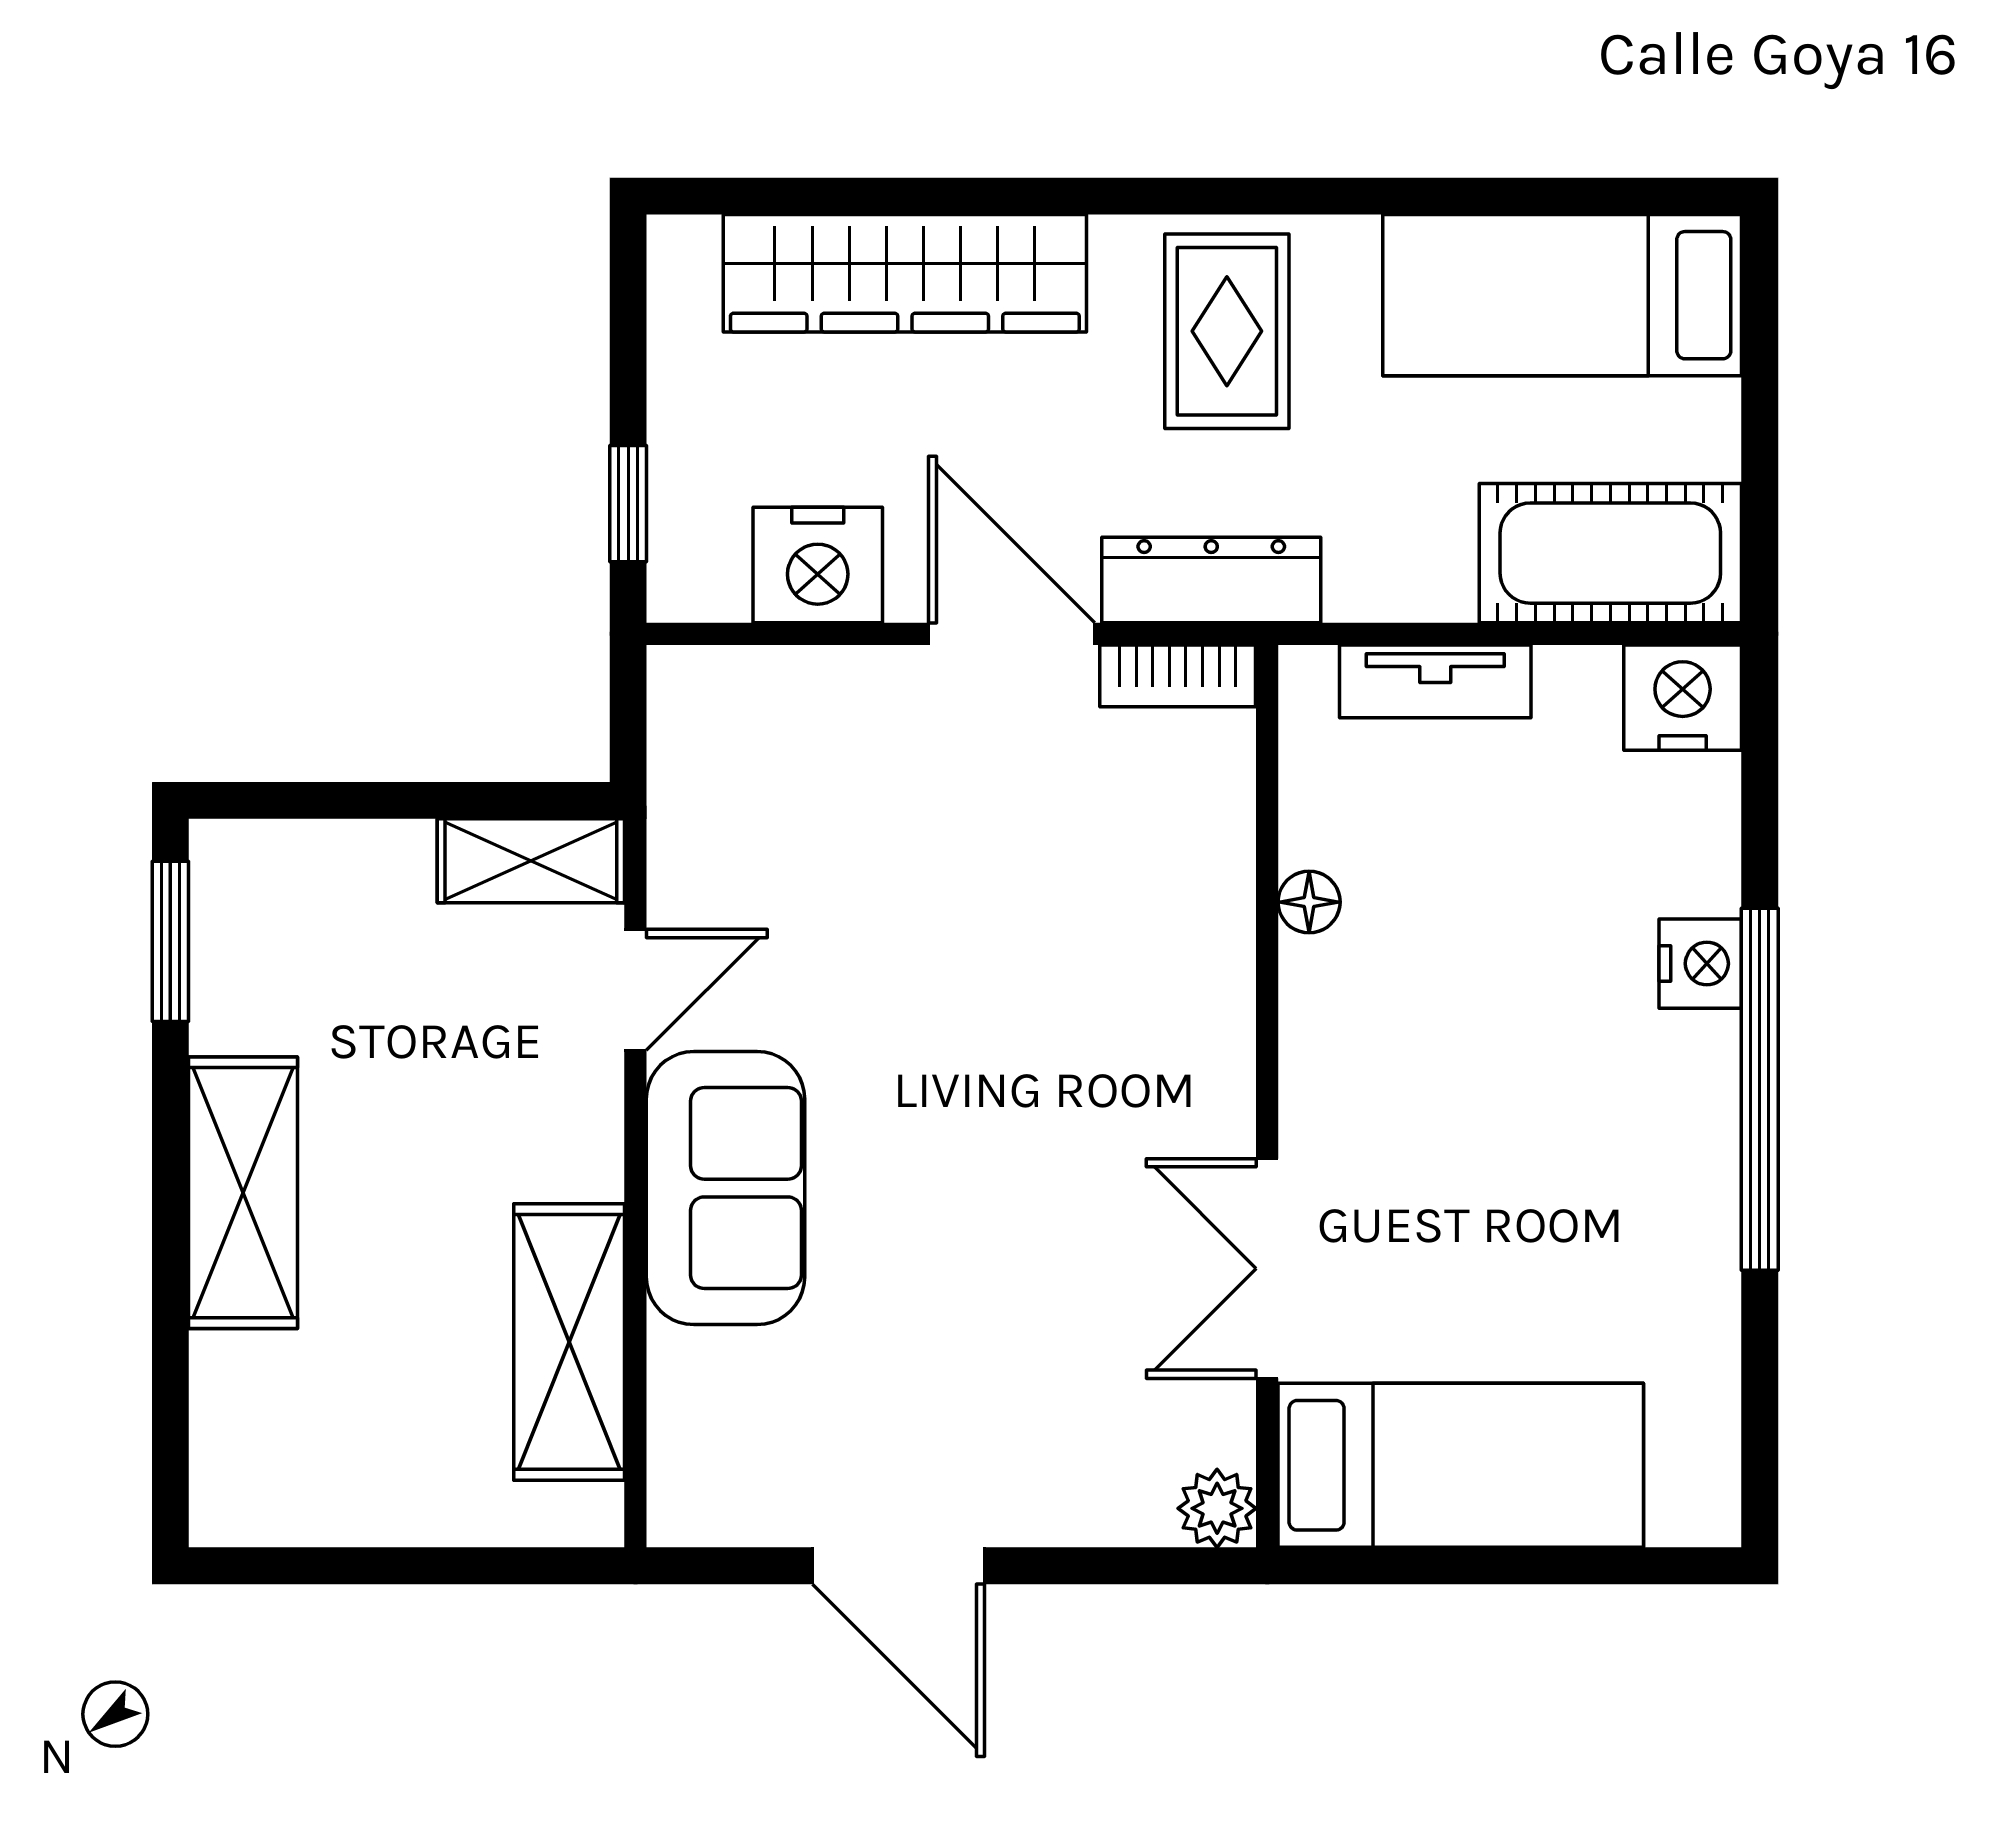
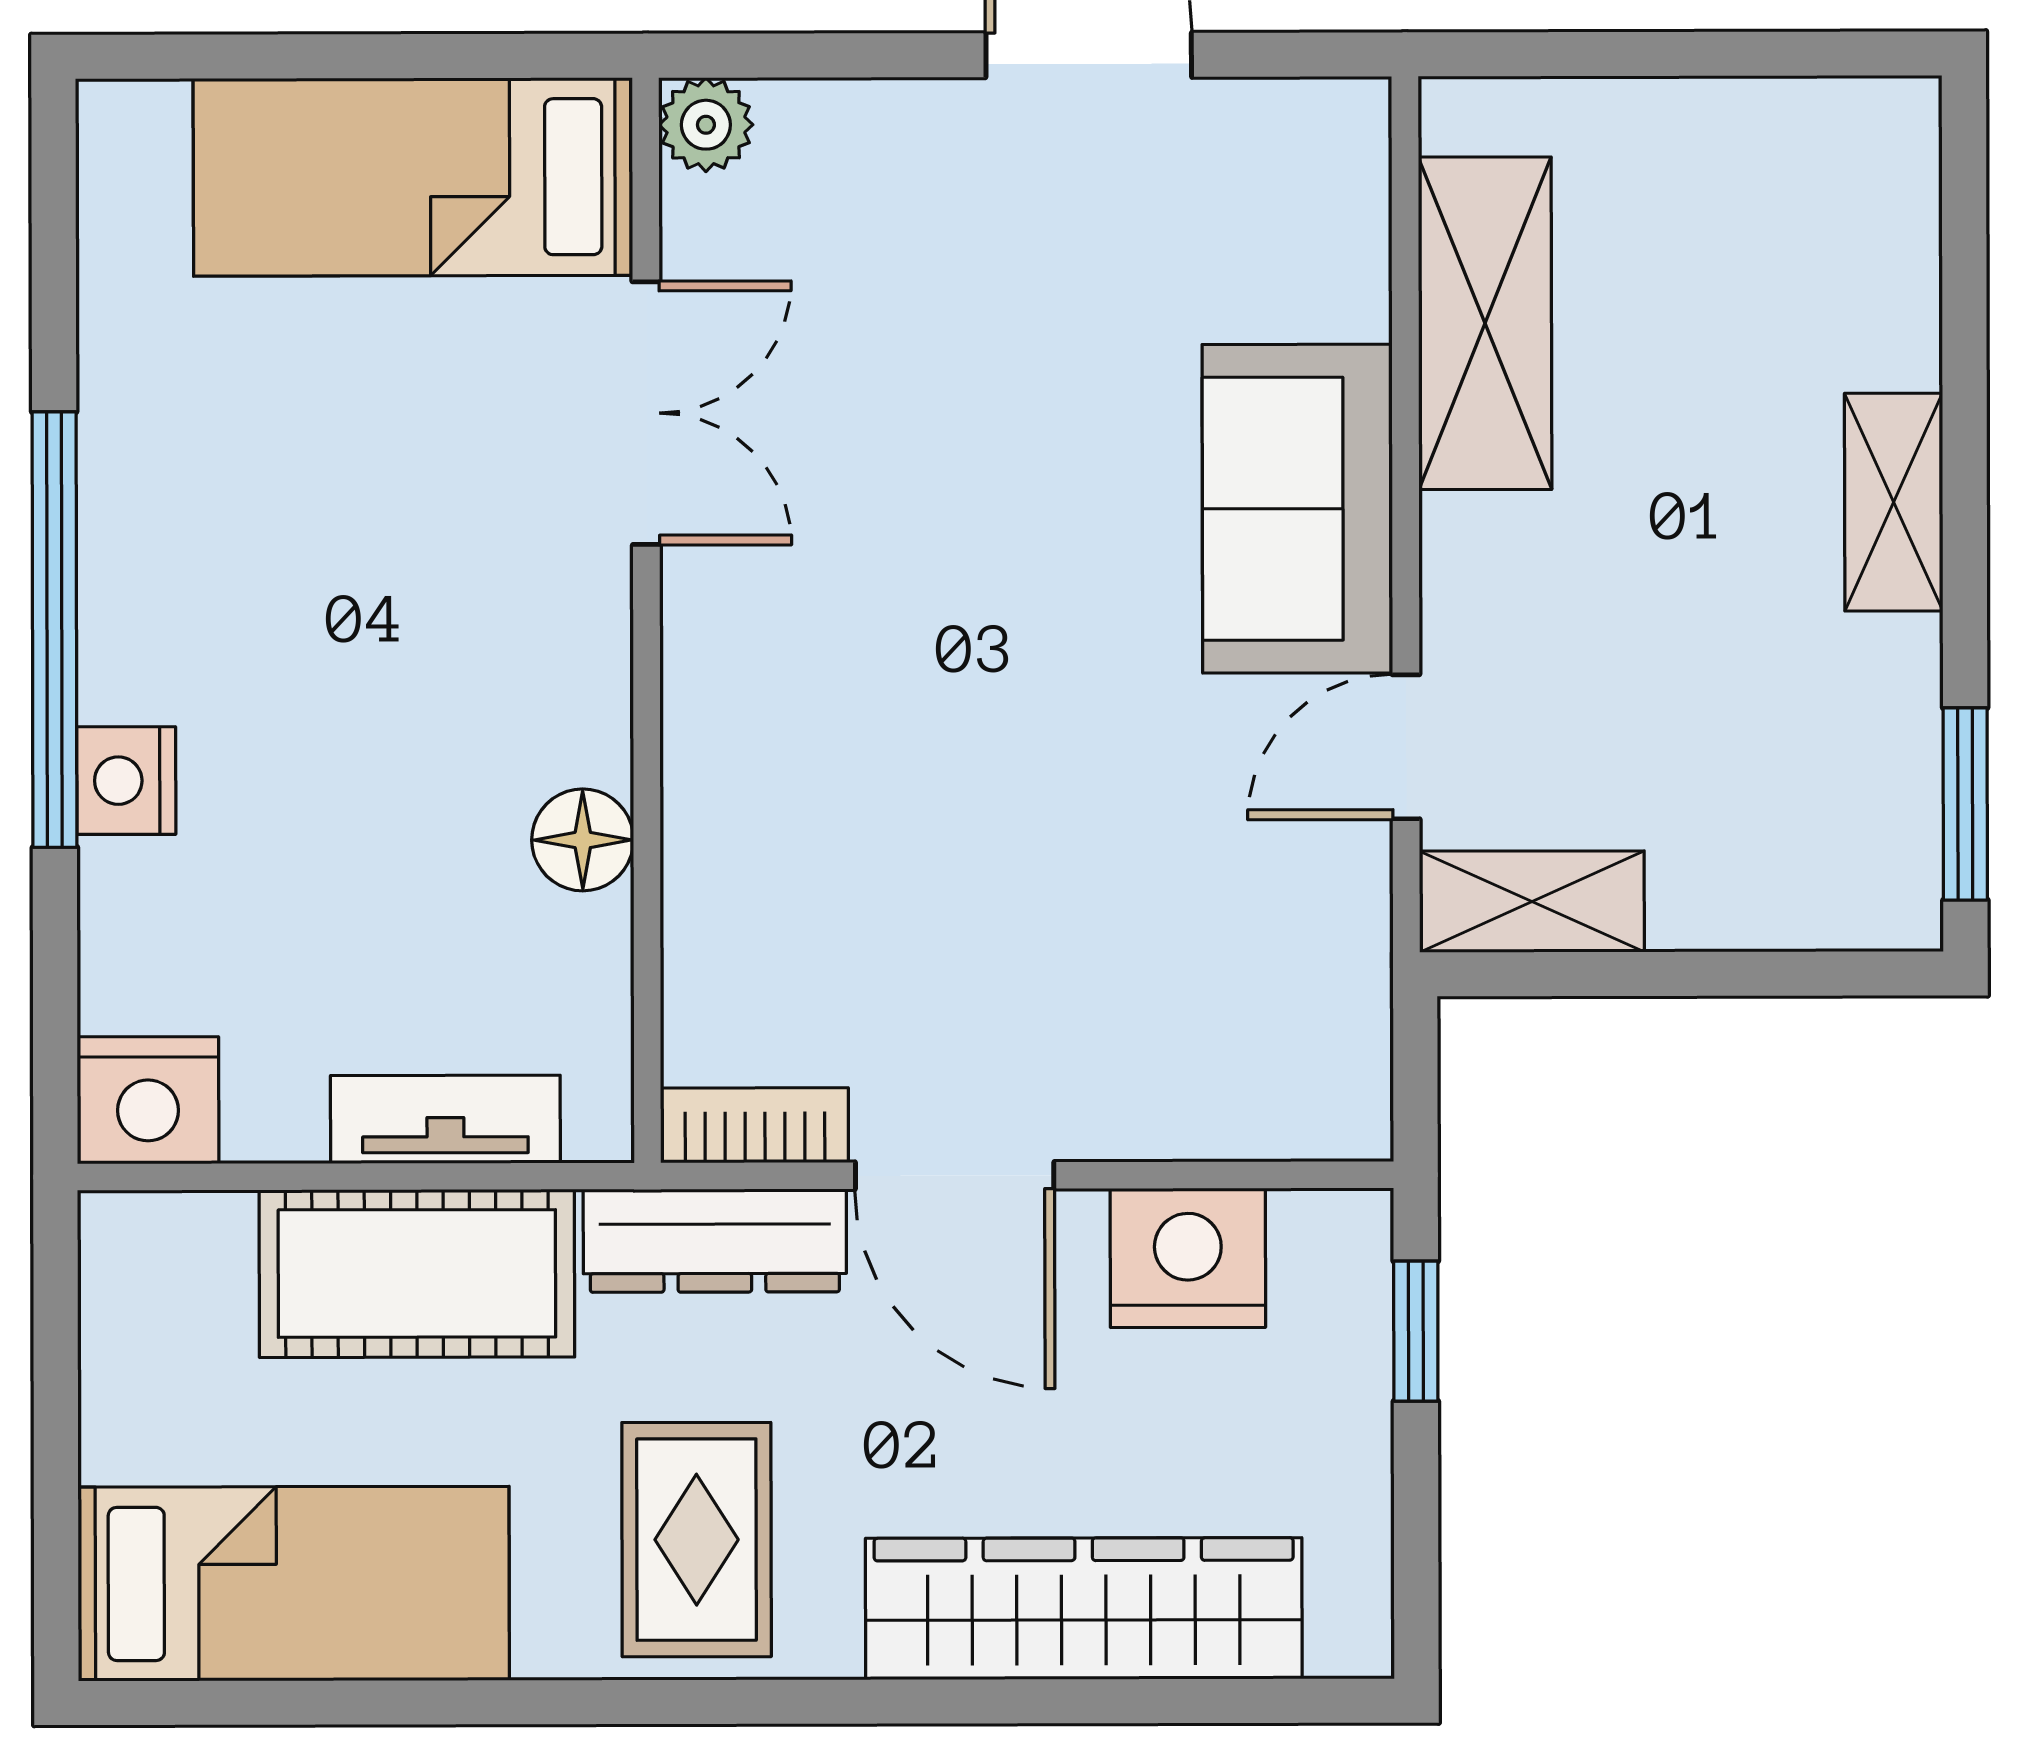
cot: (1610, 553) -> (417, 1273), moved
floor lamp: (1309, 902) -> (583, 840), width x1.37, depth x1.37
shelving: (243, 1193) -> (1894, 502), width x0.67, depth x0.75

